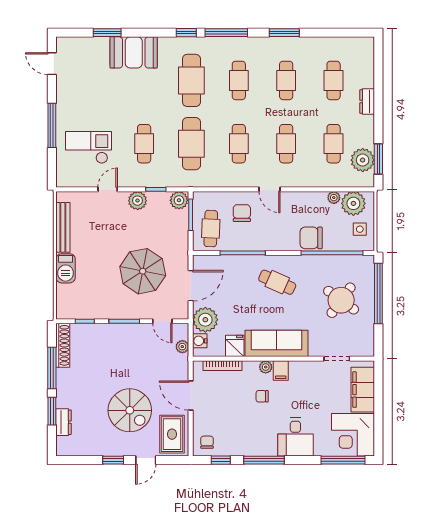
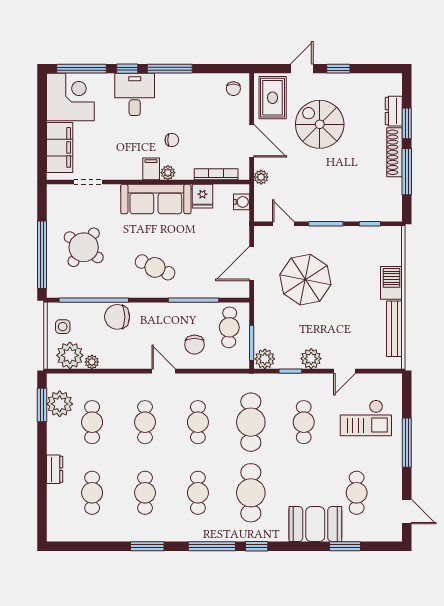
cafe table: (97, 80) -> (357, 493), added
chair: (311, 238) -> (117, 317), turned 180
plant: (205, 320) -> (235, 225), removed
shoe rack: (63, 345) -> (395, 152), moved
plant: (182, 347) -> (261, 177), moved
window: (221, 460) -> (127, 69), moved

